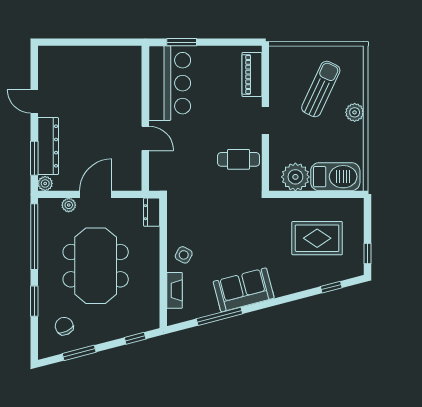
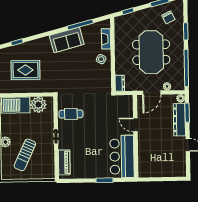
bar counter: (170, 83) -> (122, 157), moved
wall: (145, 118) -> (136, 136), moved
door: (145, 138) -> (135, 125), moved

